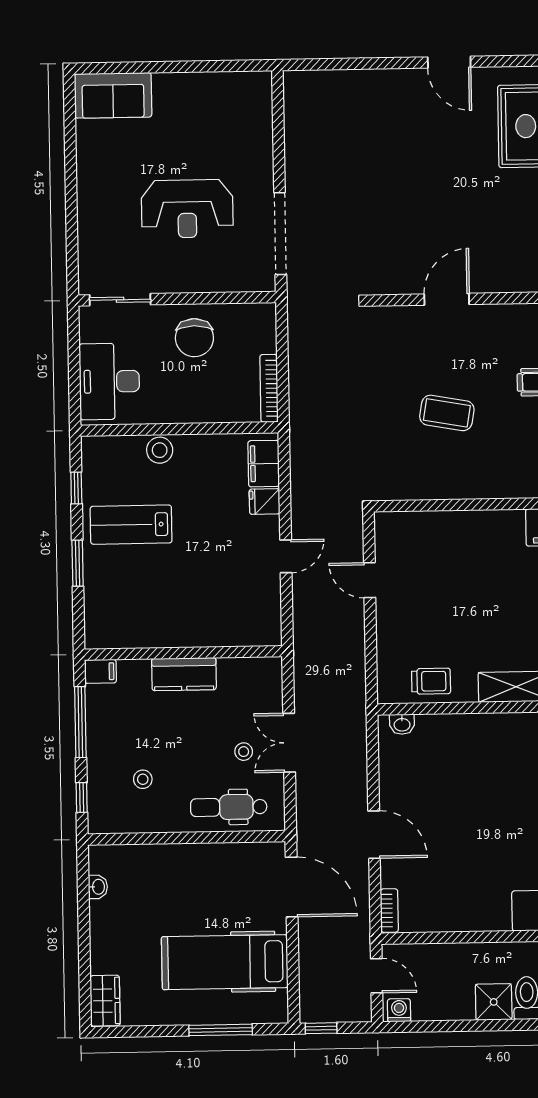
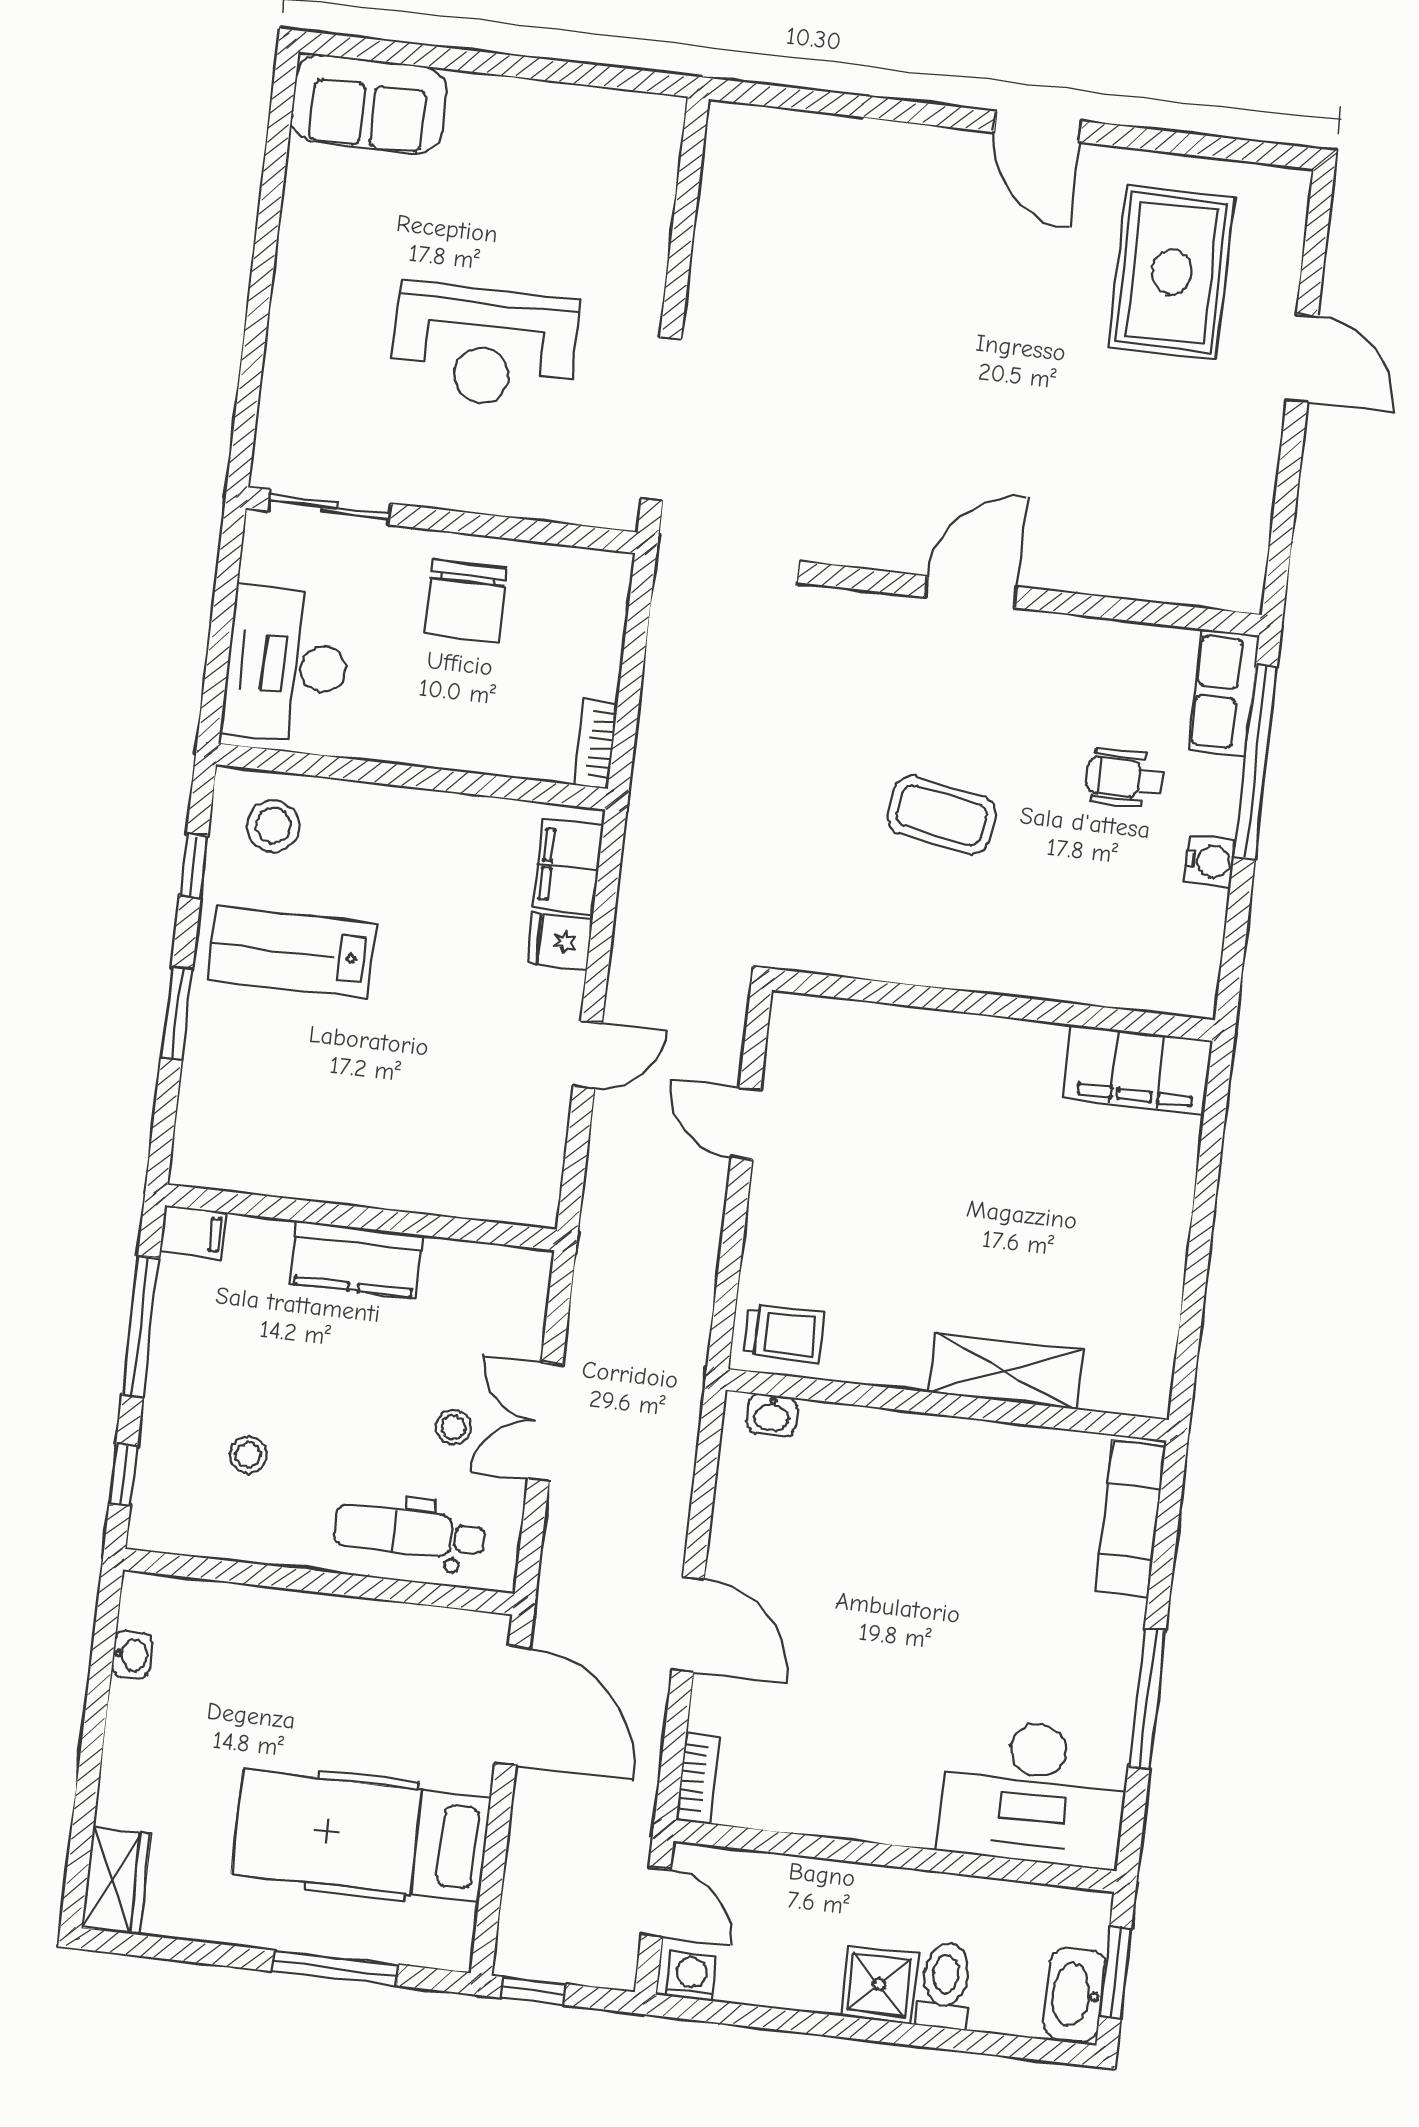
bookcase: (269, 388) -> (596, 744), width x0.64
stool: (160, 450) -> (273, 826), moved
trolley: (431, 681) -> (784, 1333), moved

